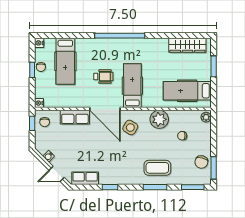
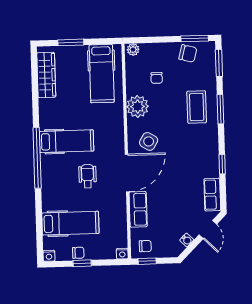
hospital bed: (132, 86) -> (67, 141), moved, turned 180

